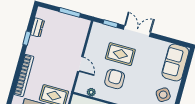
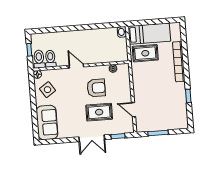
dresser: (37, 28) -> (182, 109), removed
door: (80, 64) -> (133, 110), moved
armchair: (115, 79) -> (96, 88), turned -90

